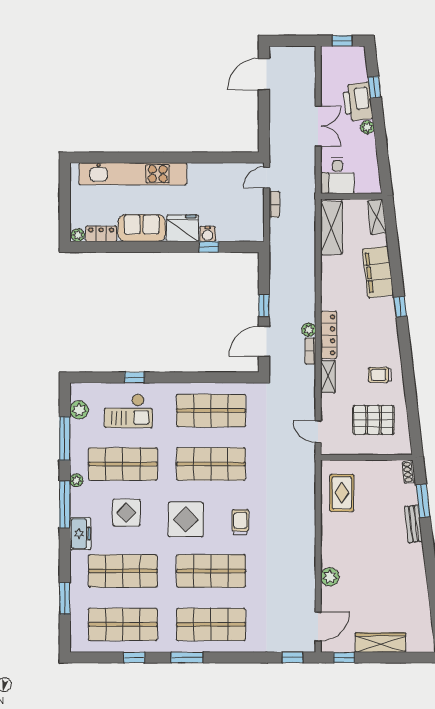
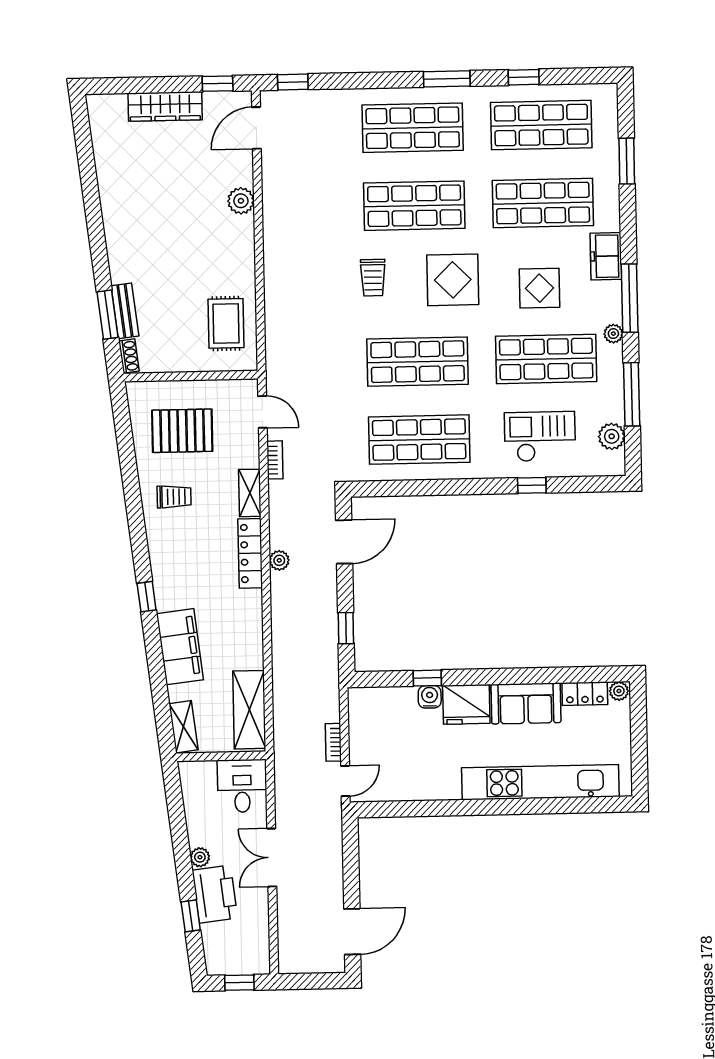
window: (264, 305) -> (346, 628), moved
bookcase: (310, 351) -> (275, 460), moved
bench: (413, 524) -> (125, 311), moved

